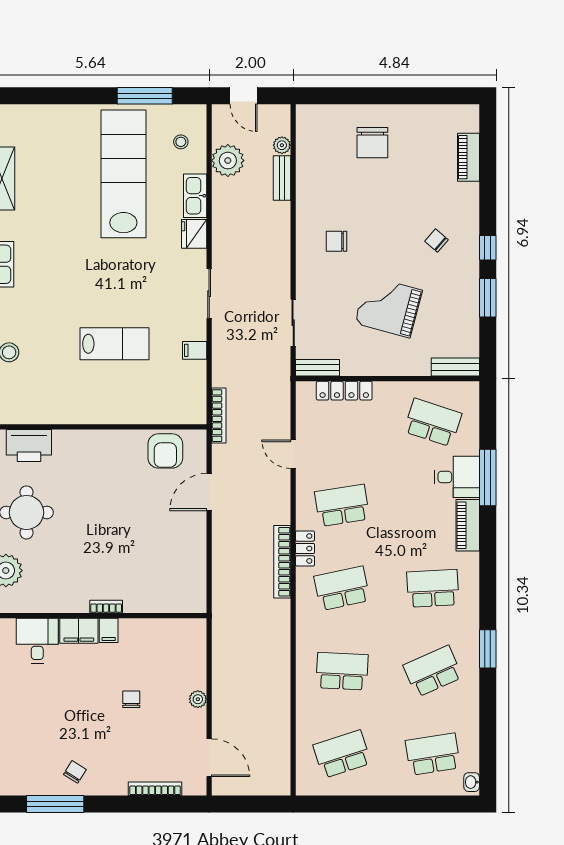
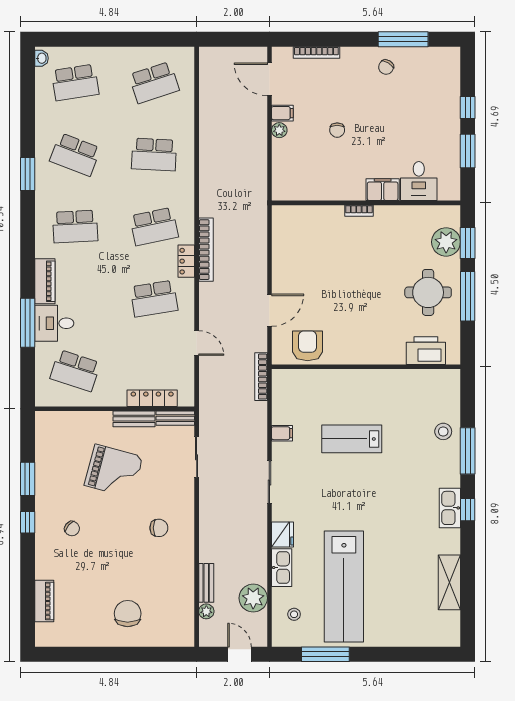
bench: (455, 367) -> (134, 419), moved
filing cabinet: (109, 630) -> (282, 113), moved, turned 90
school desk: (433, 671) -> (75, 155), turned 45

